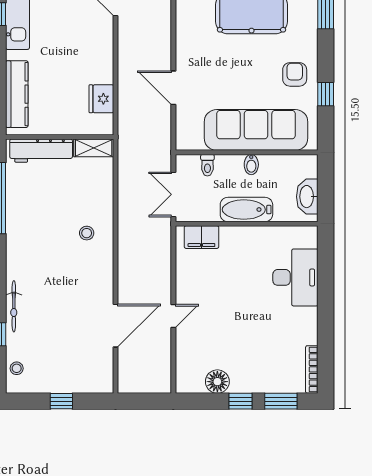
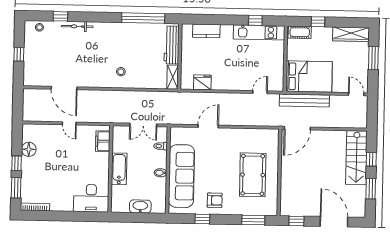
kitchen counter: (17, 94) -> (206, 31), width x0.67
double door: (173, 194) -> (143, 125), swing flipped
bathtub: (246, 210) -> (119, 169), moved
wall: (247, 224) -> (110, 169), moved
filing cabinet: (201, 237) -> (103, 141), moved

